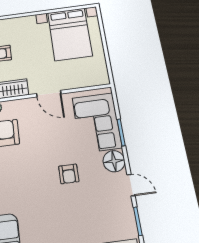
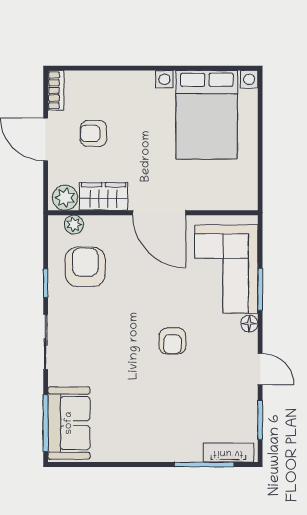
door: (49, 94) -> (159, 213), width x1.36
floor lamp: (114, 161) -> (249, 324), width x0.53, depth x0.53

